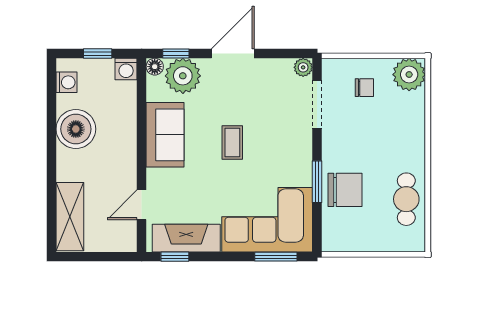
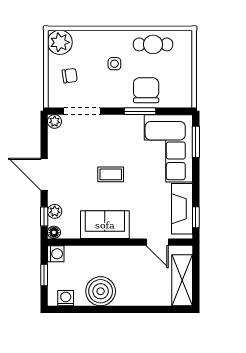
plant: (183, 76) -> (55, 211), width x0.53, depth x0.53
chair: (364, 88) -> (70, 76), turned 82
side table: (380, 148) -> (114, 64), added
shelving: (70, 217) -> (182, 280), moved, turned 90

